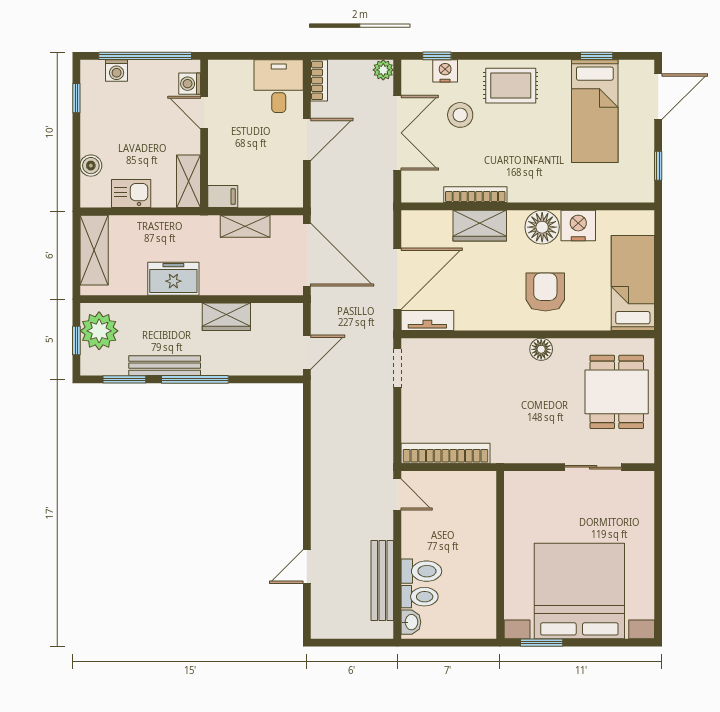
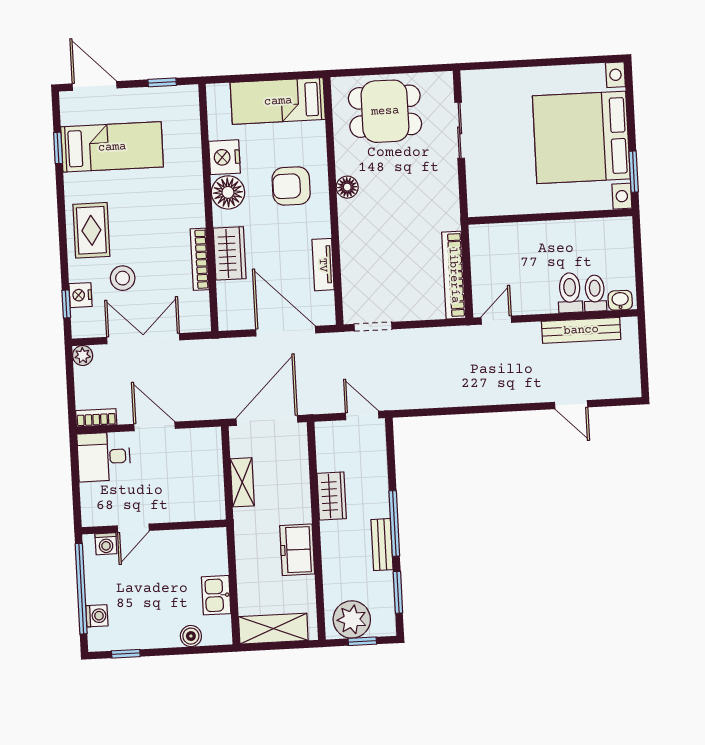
shelving: (189, 181) -> (201, 540), removed
filing cabinet: (223, 197) -> (214, 506), removed
tv unit: (427, 320) -> (323, 265), moved
bench: (165, 366) -> (382, 545), width x0.73

